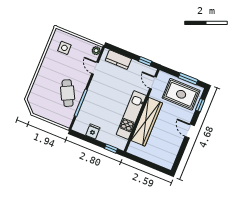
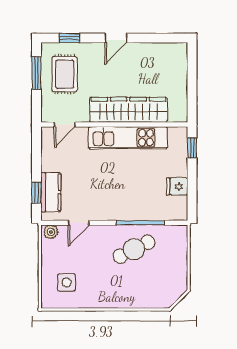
window: (145, 61) -> (37, 193), moved
rug: (181, 94) -> (65, 74), width x0.73, depth x0.70

